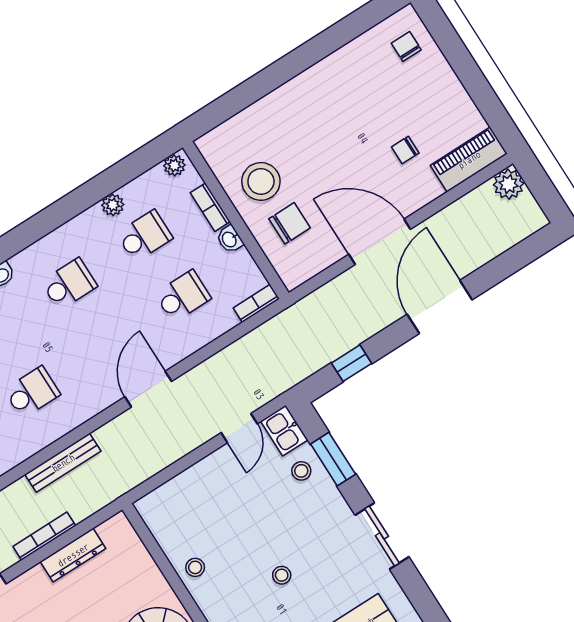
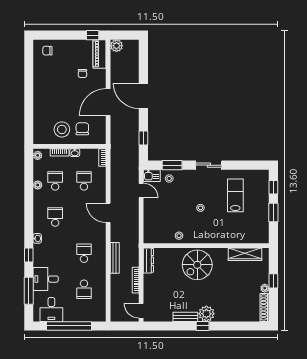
window: (499, 120) -> (93, 35), added
dresser: (73, 555) -> (148, 260), moved

